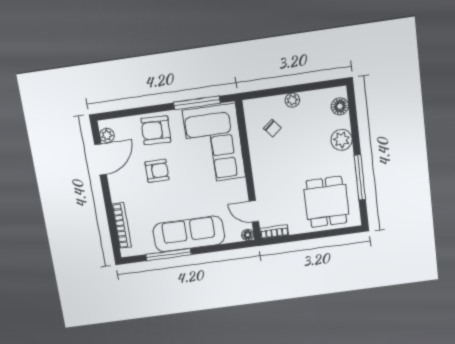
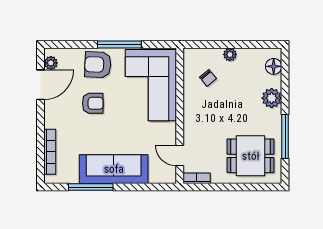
window: (197, 103) -> (119, 44), moved
dining table: (326, 202) -> (251, 156), turned 90
floor lamp: (248, 235) -> (171, 178), removed

